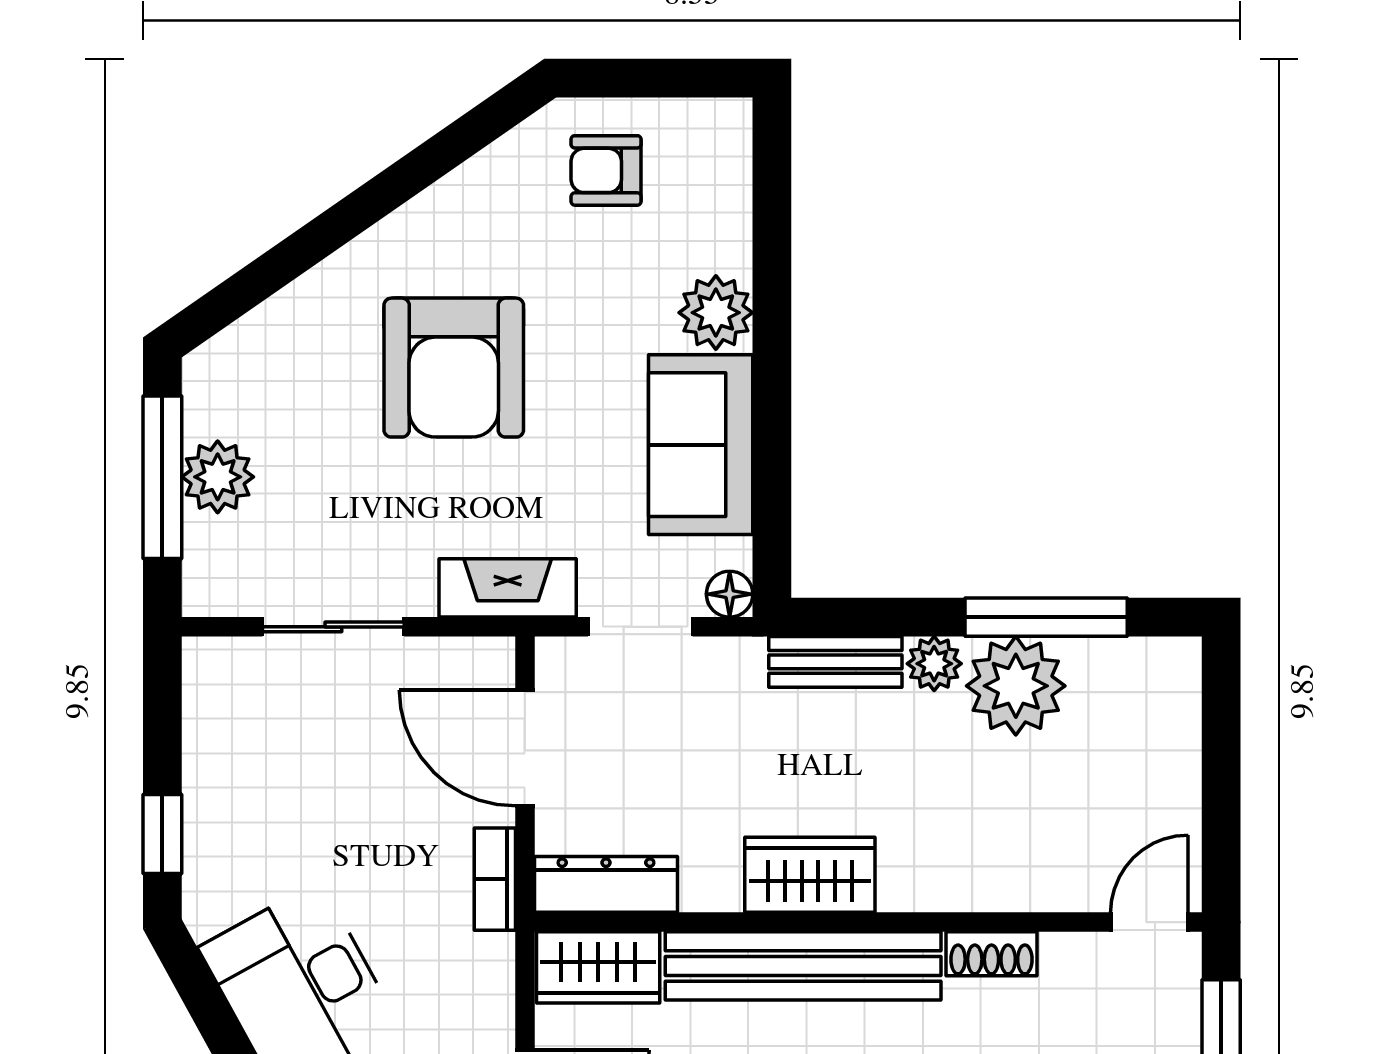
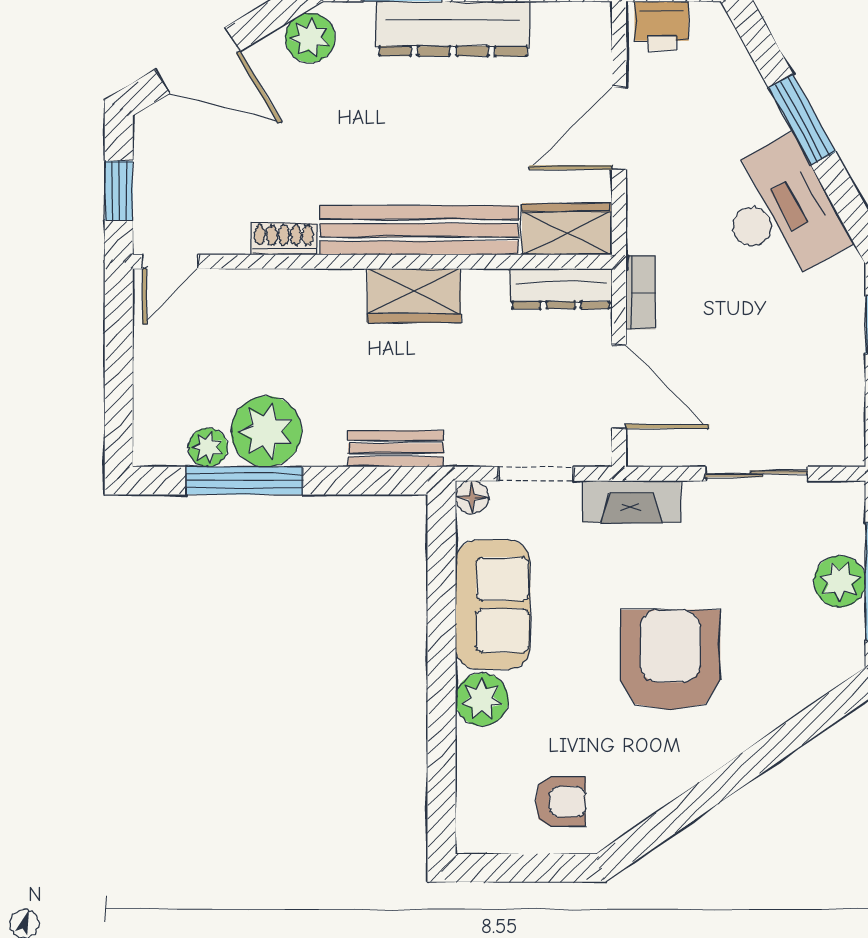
plant: (934, 664) -> (208, 447), moved

